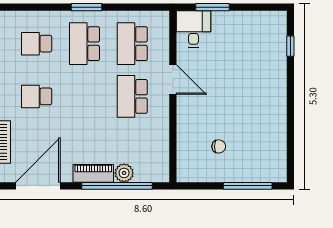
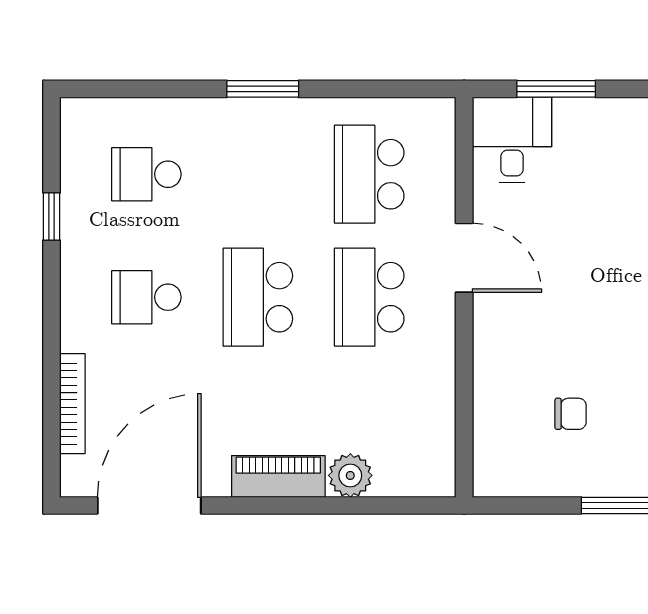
school desk: (84, 44) -> (258, 297), moved
window: (117, 186) -> (334, 506), removed

